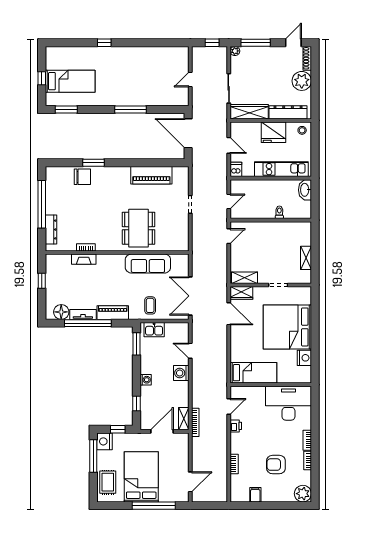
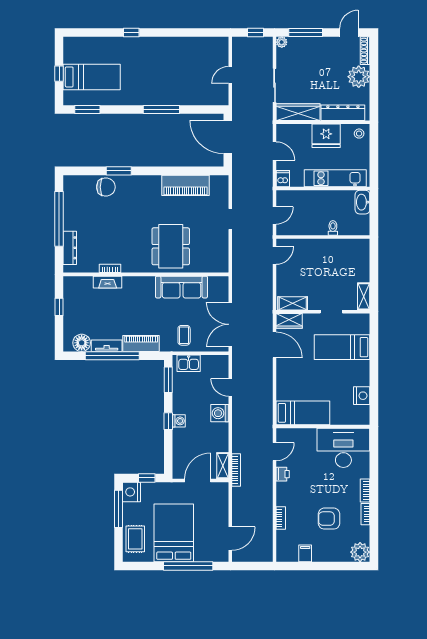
shelving: (306, 258) -> (364, 296), moved
bed: (287, 327) -> (342, 347), width x0.49
window: (137, 403) -> (168, 421), moved

